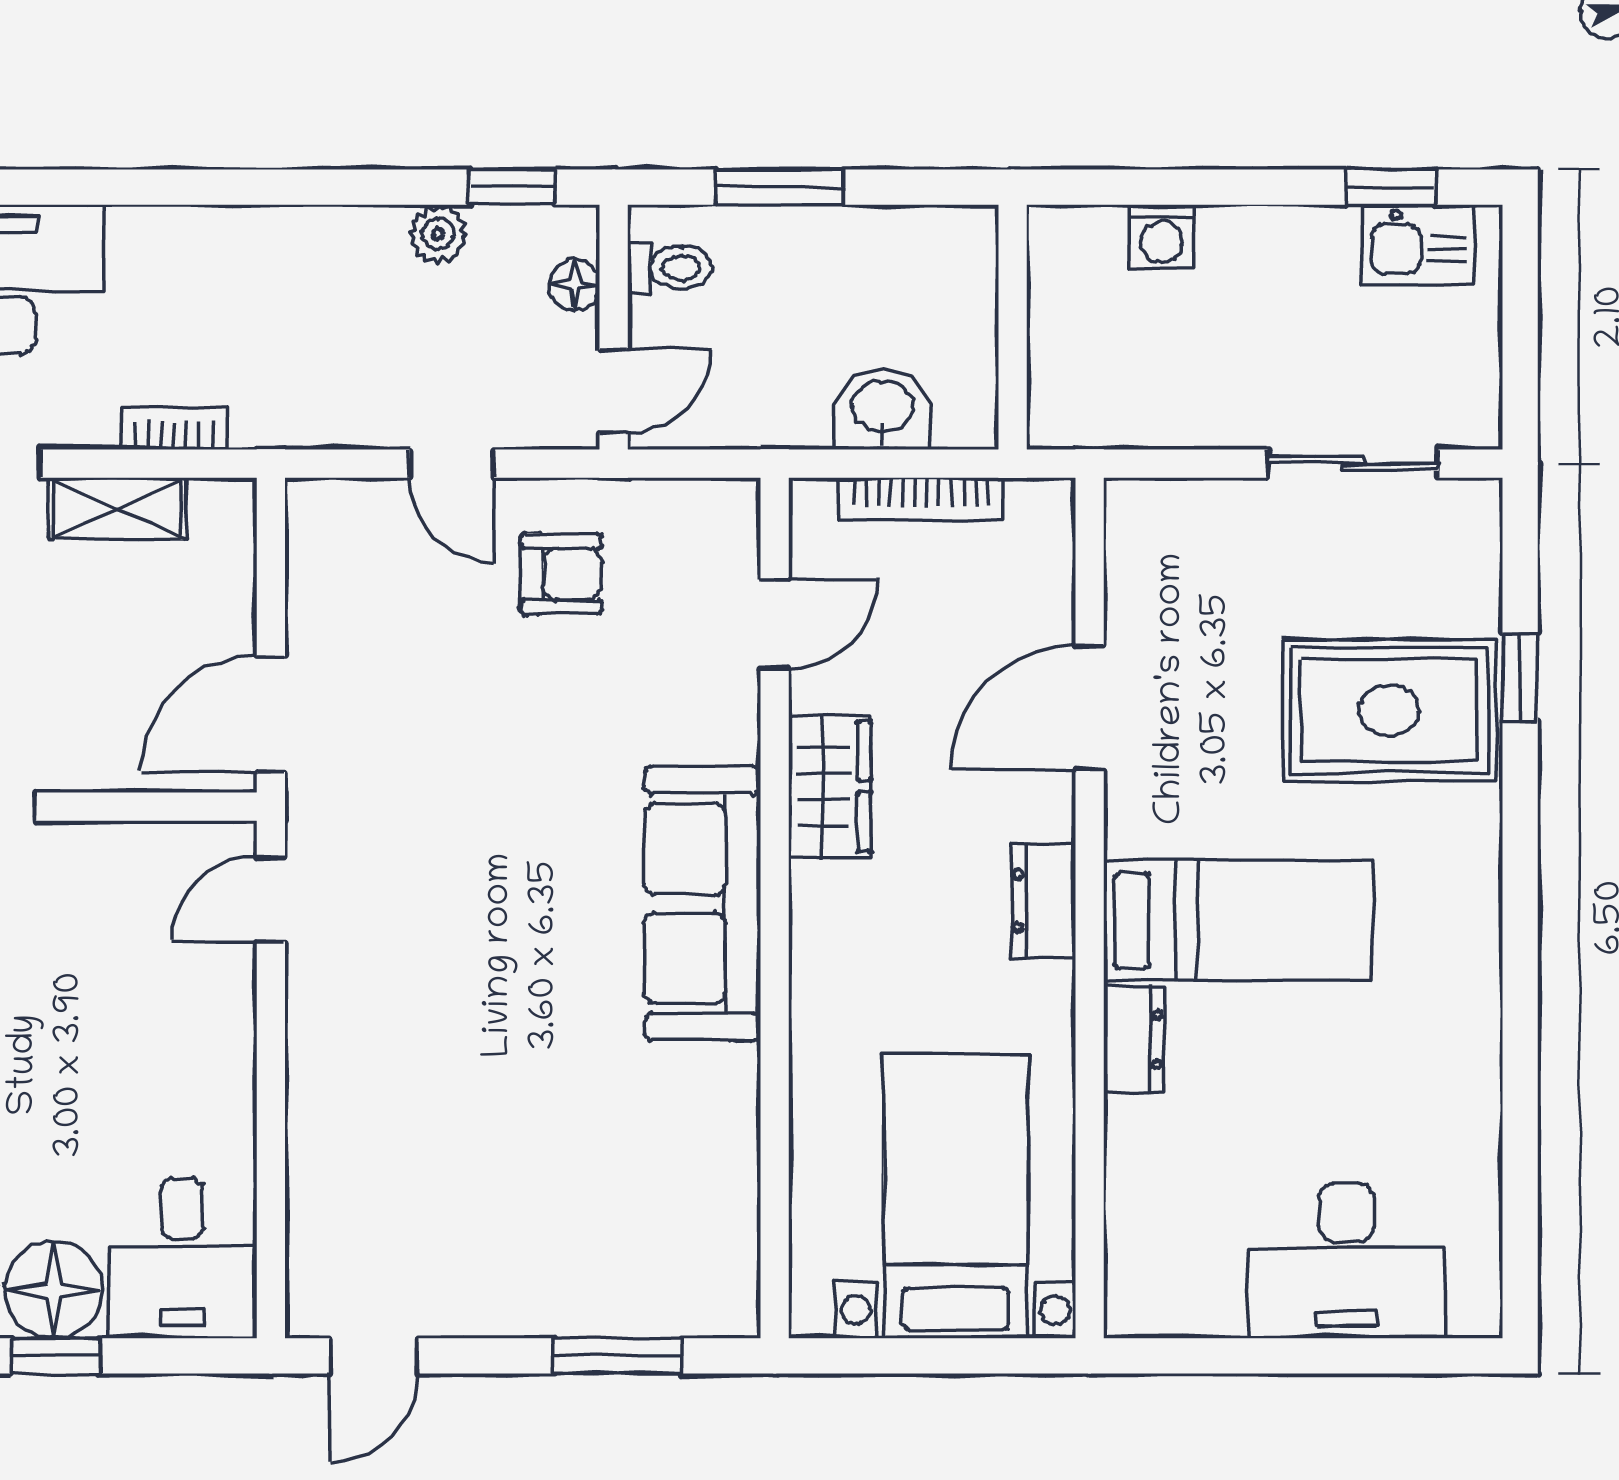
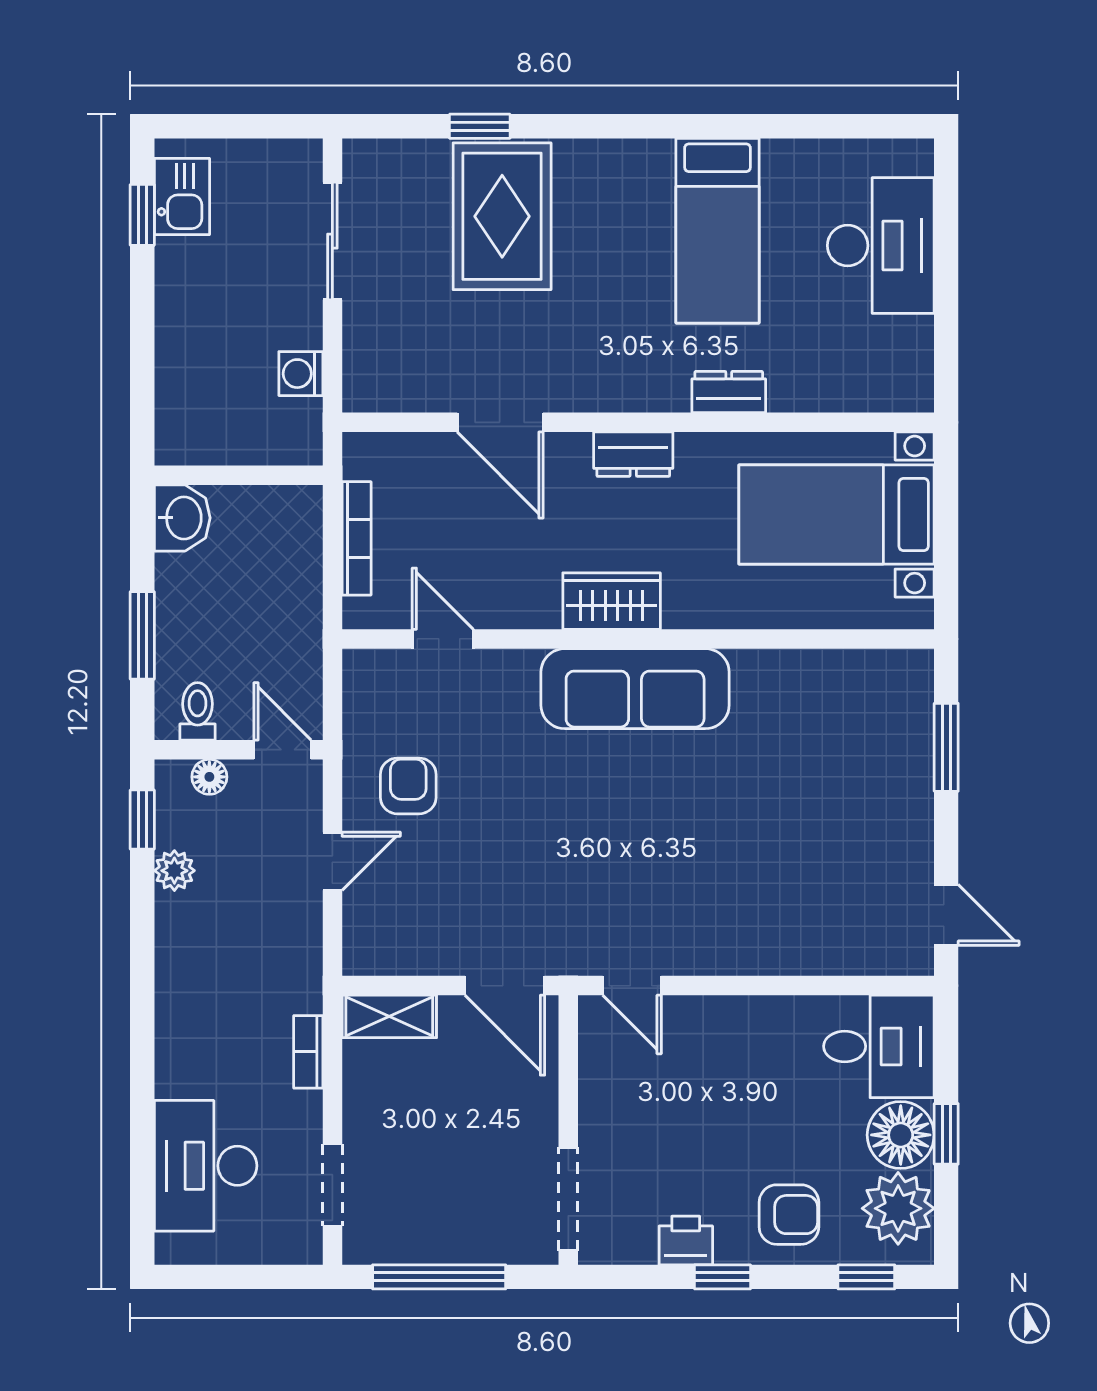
washing machine: (1162, 237) -> (301, 374), moved, turned 180
washbasin: (882, 409) -> (182, 518), moved, turned 180
shelving: (118, 508) -> (389, 1016), moved, turned 90
wardrobe: (830, 786) -> (612, 601), moved
bed: (1238, 920) -> (717, 231), moved, turned 180

